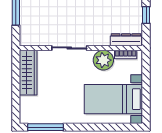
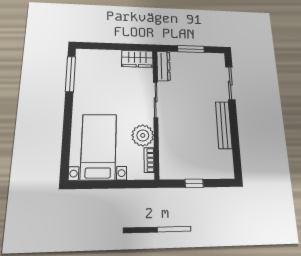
dresser: (126, 40) -> (163, 66), moved
wardrobe: (28, 73) -> (137, 59), width x0.67

